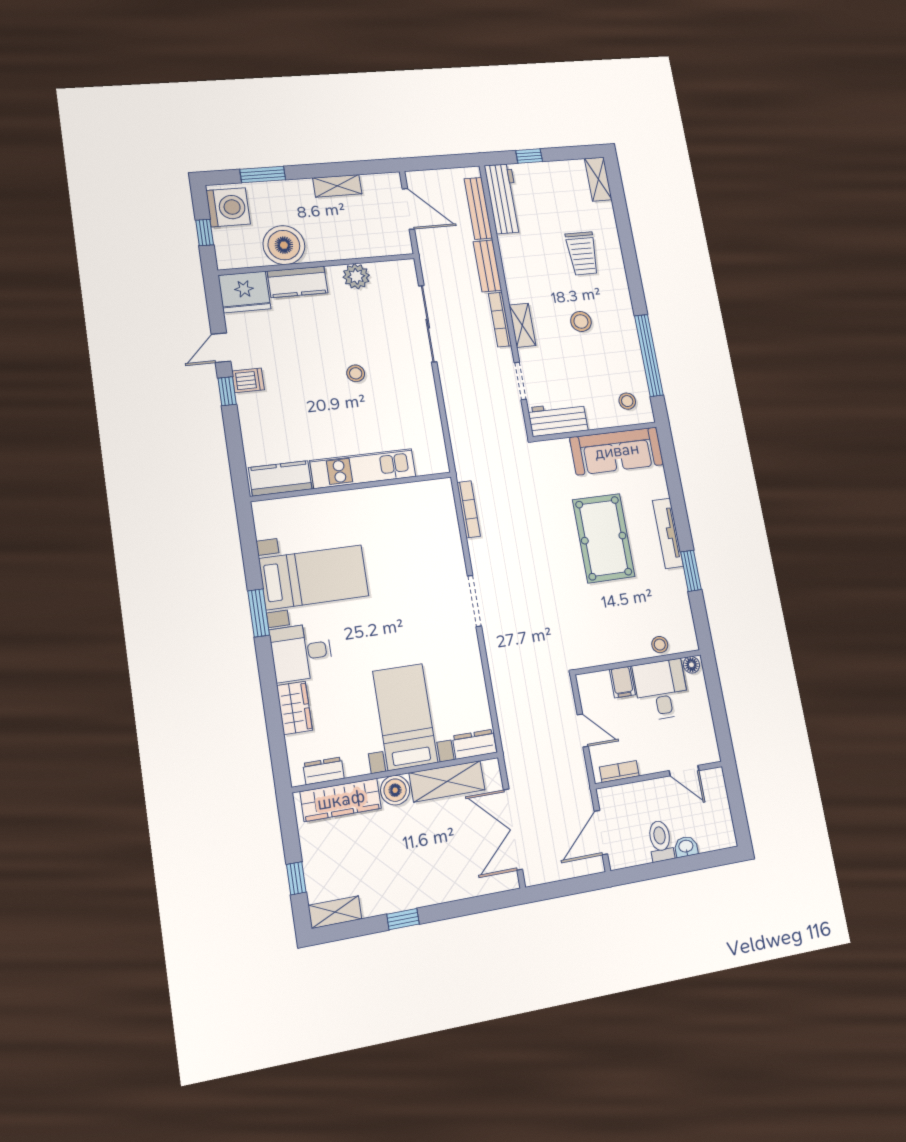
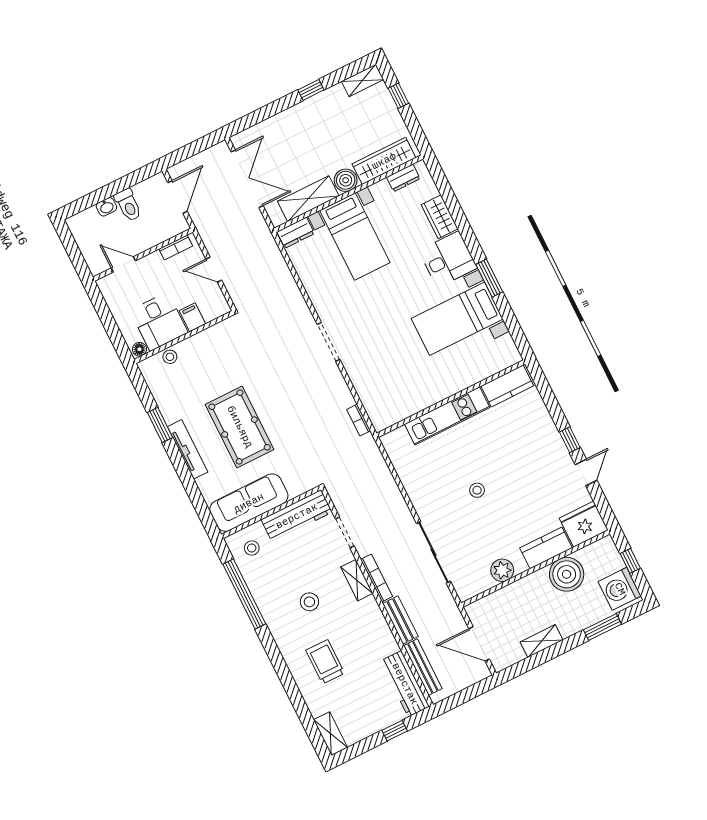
dishwasher: (248, 380) -> (557, 454), removed
workbench: (558, 419) -> (297, 516), width x1.38
bookcase: (469, 509) -> (359, 420), width x0.64

